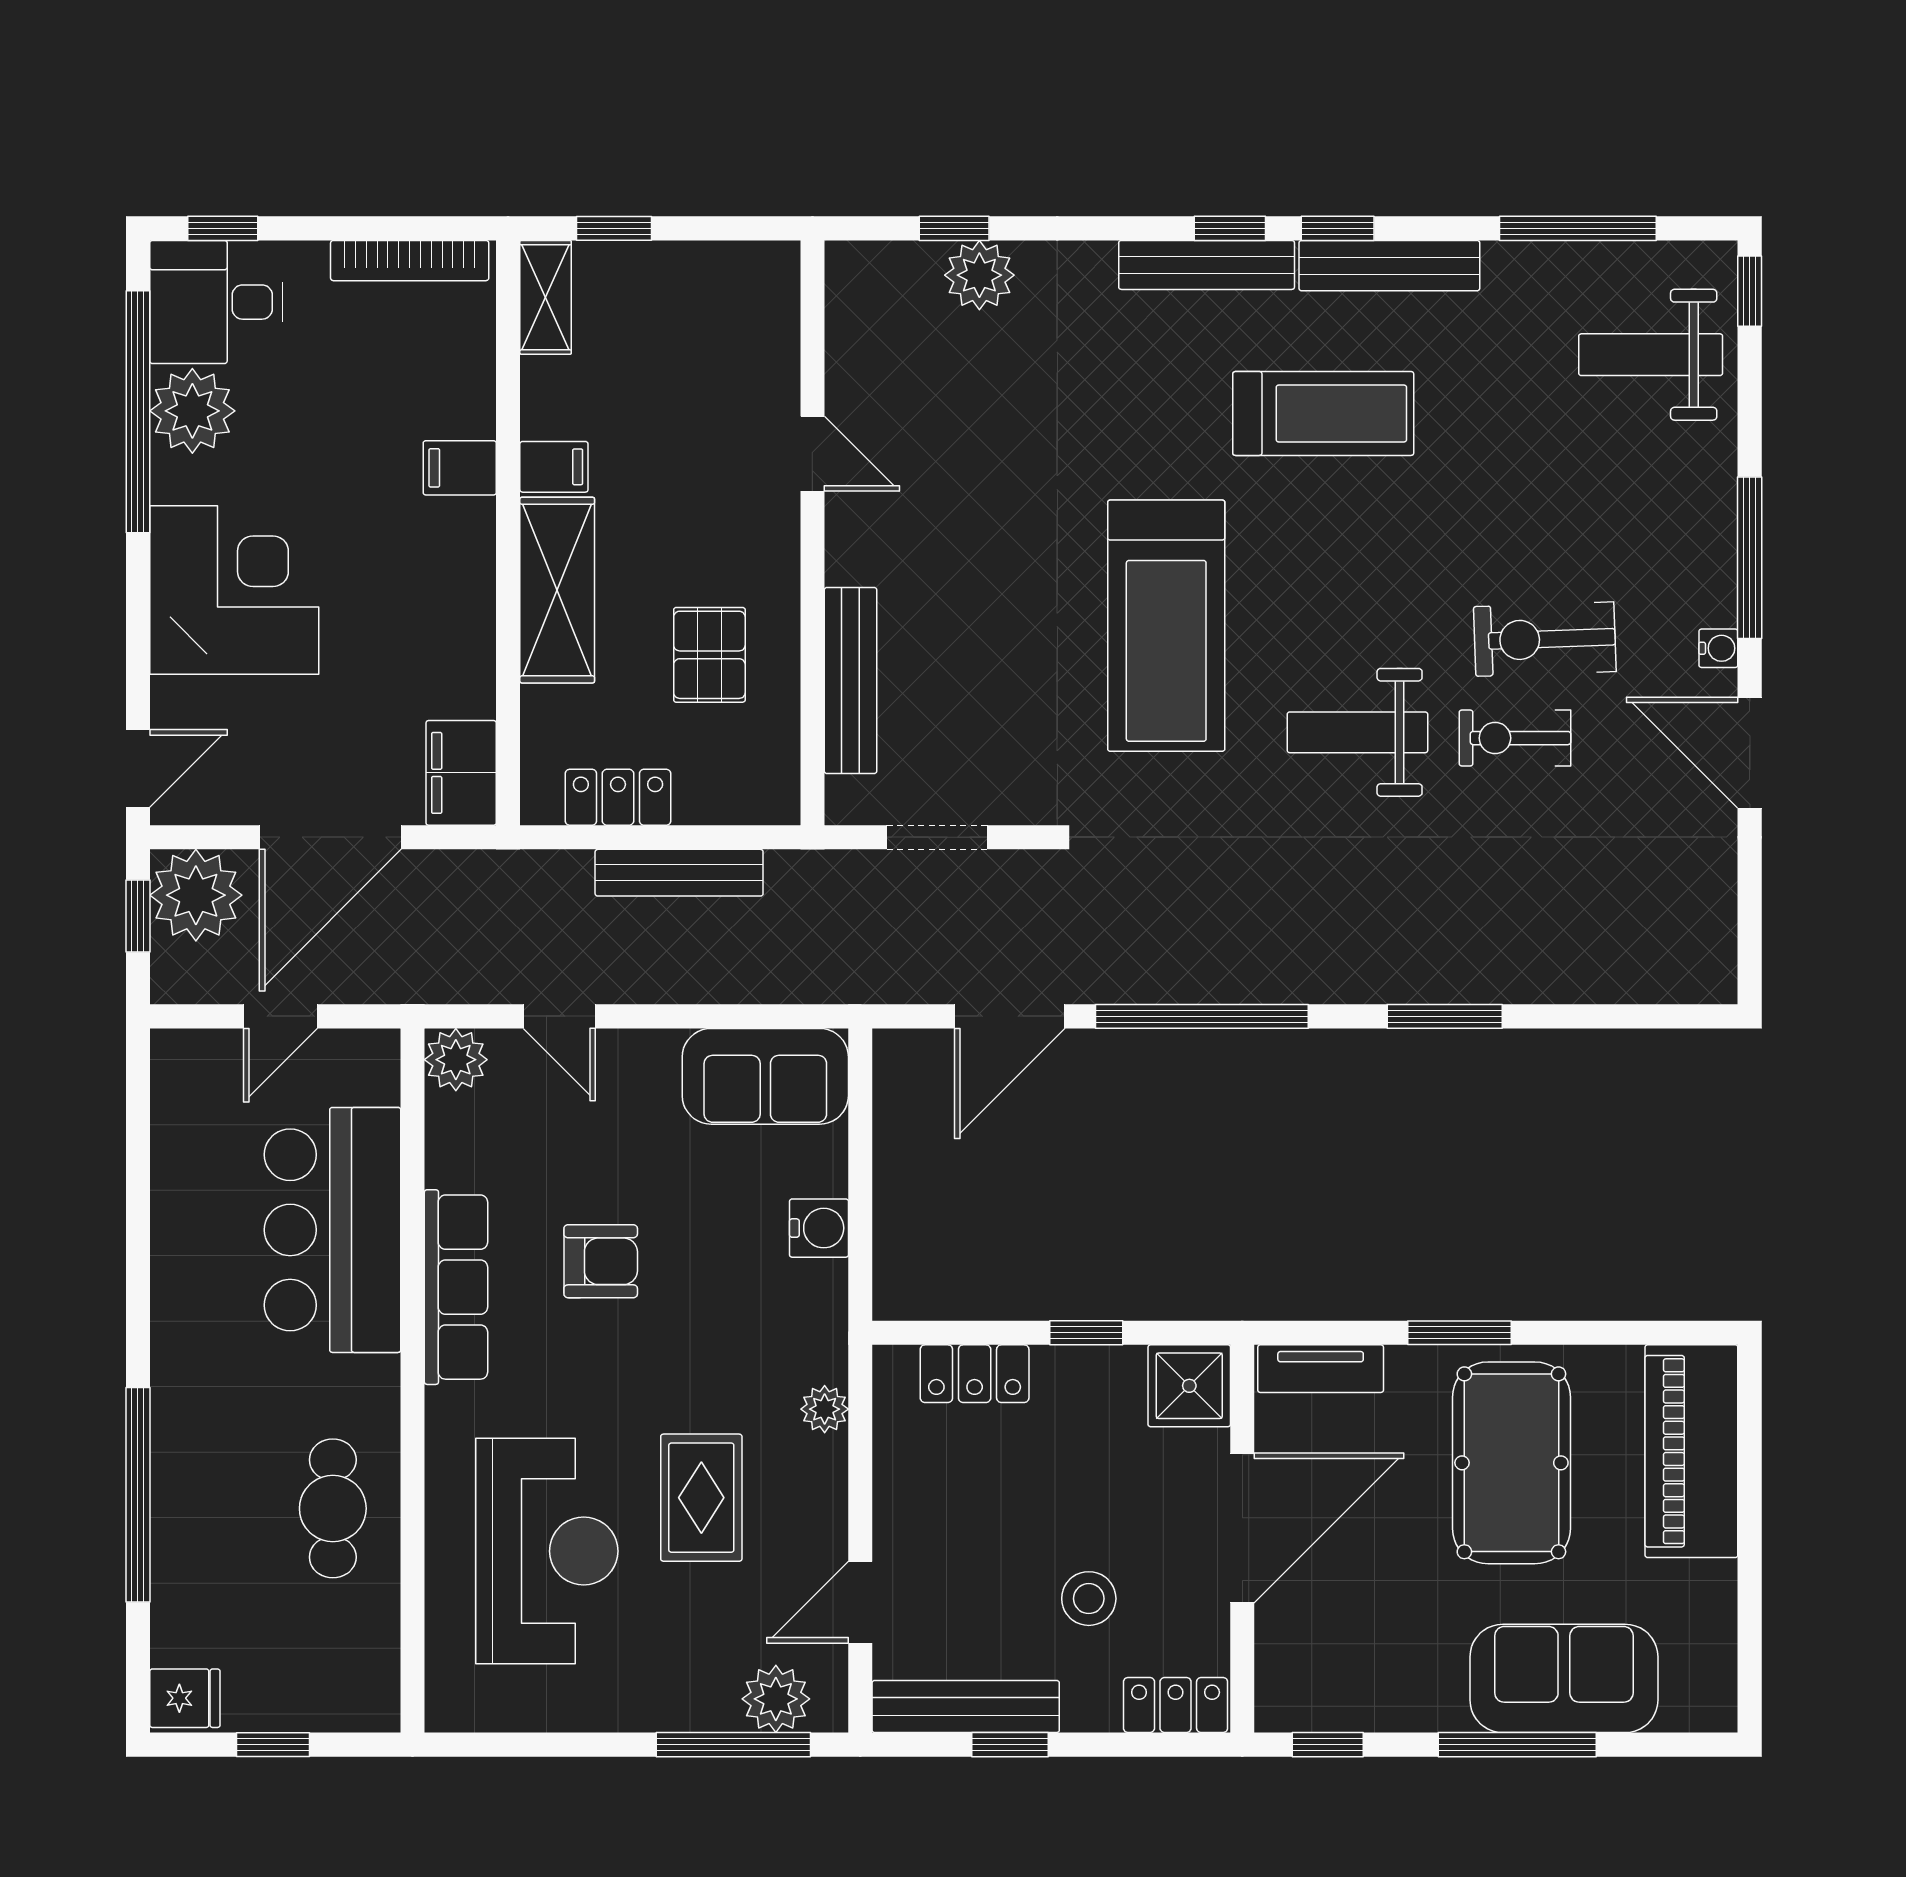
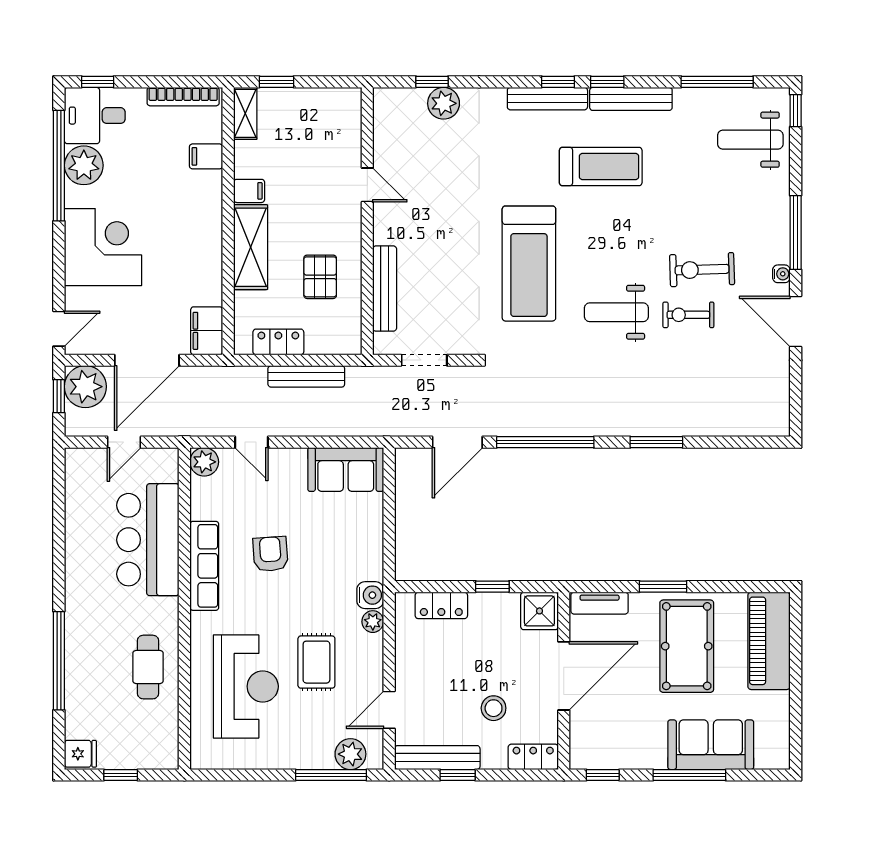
filing cabinet: (460, 468) -> (206, 156), moved
water cooler: (819, 1228) -> (370, 595), moved
armchair: (601, 1261) -> (270, 554), turned -94

